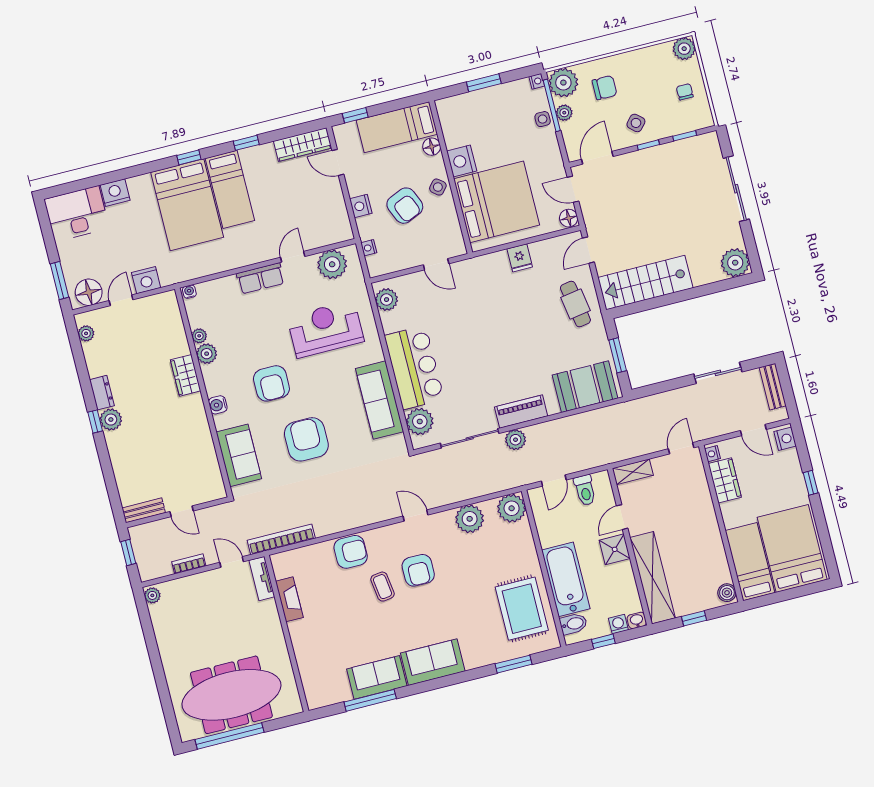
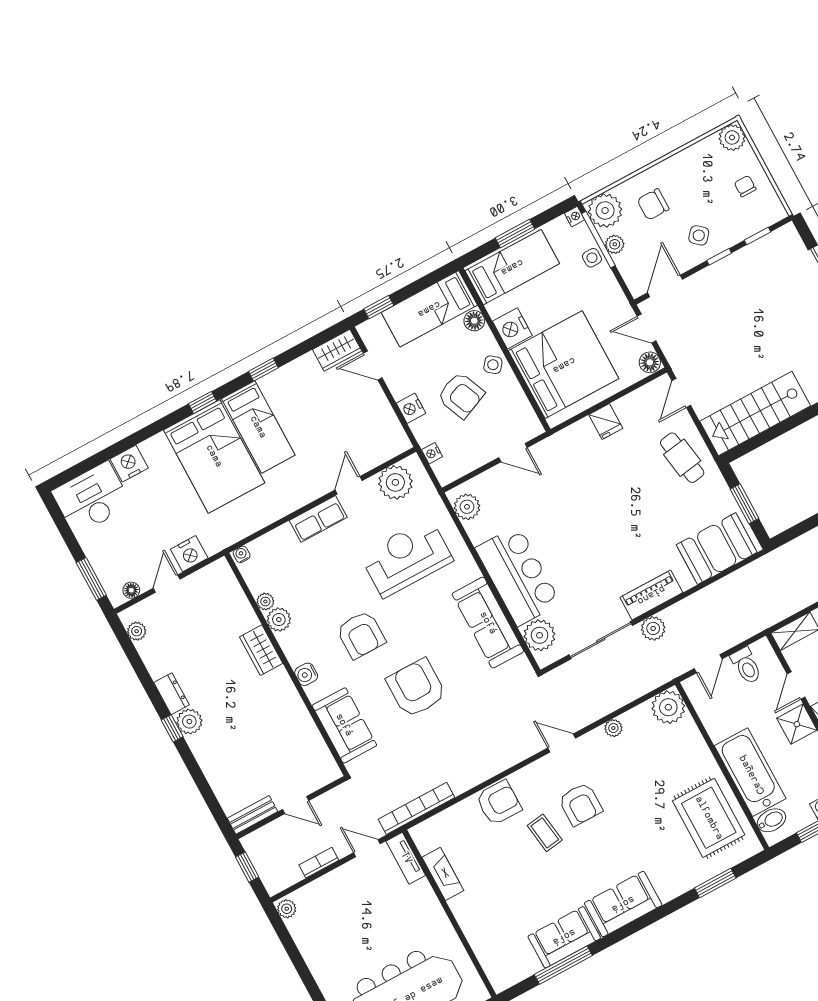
chair: (605, 88) -> (653, 204), turned 180
bed: (474, 110) -> (512, 267), added
wardrobe: (303, 145) -> (337, 350), width x0.67
floor lamp: (89, 292) -> (131, 590), width x0.53, depth x0.53
plant: (470, 519) -> (613, 728), width x0.53, depth x0.53

